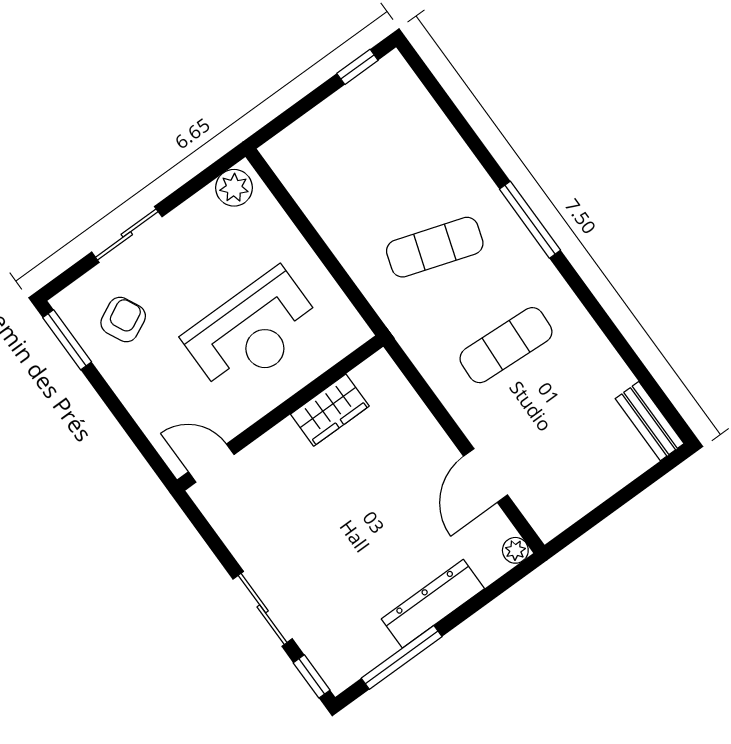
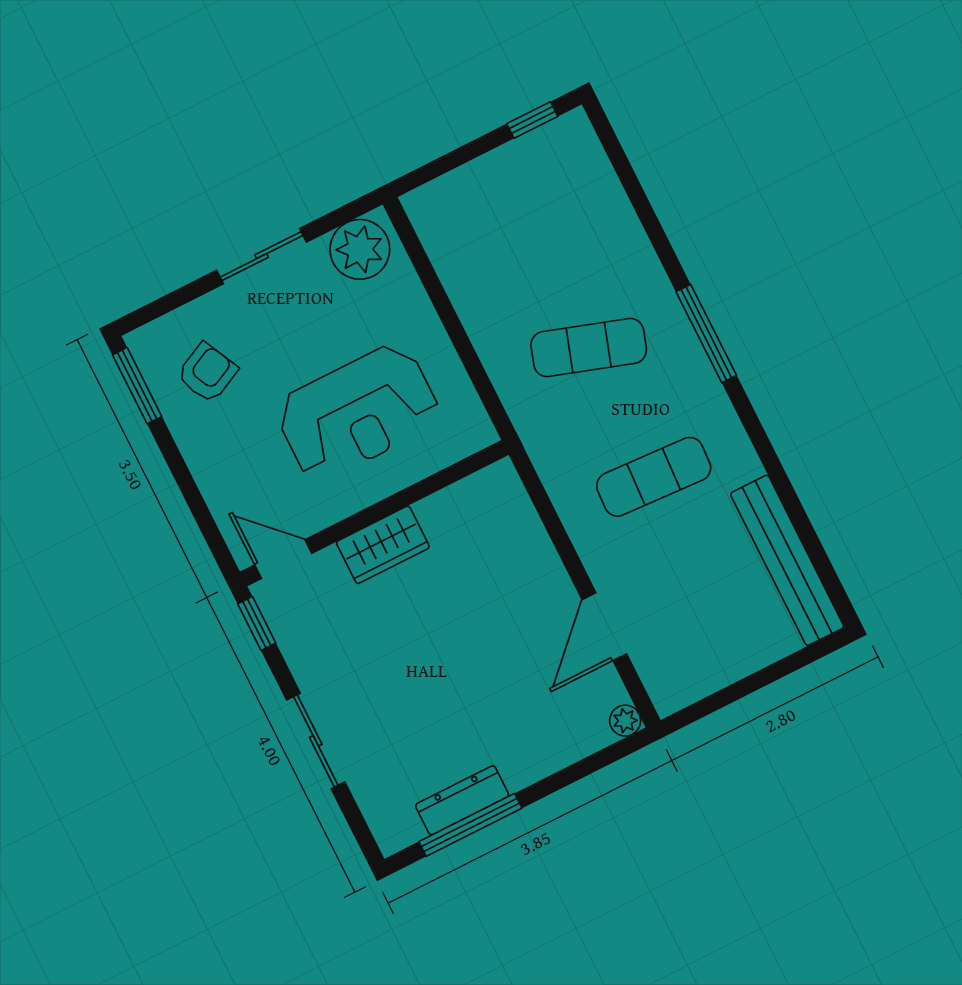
plant: (234, 188) -> (360, 249), width x1.36, depth x1.36
sliding door: (127, 234) -> (262, 256), moved
wardrobe: (330, 410) -> (383, 545), moved
bench: (650, 421) -> (787, 560), width x1.86, depth x1.21
dresser: (433, 604) -> (462, 800), moved, width x0.73, depth x0.80
window: (312, 676) -> (257, 624), moved

